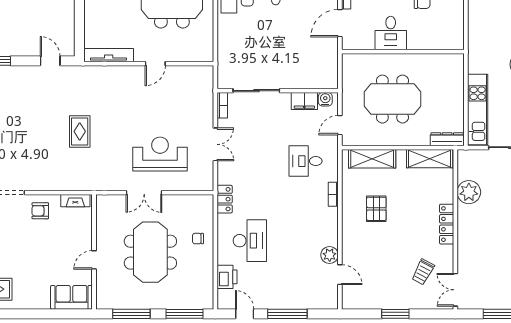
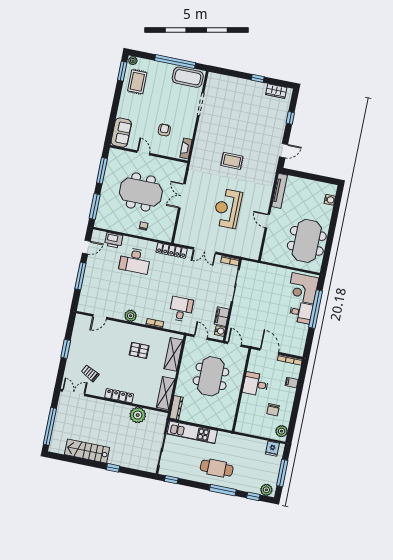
door: (340, 75) -> (234, 344), added
reception desk: (160, 154) -> (227, 208), moved, turned 180
locker: (225, 199) -> (172, 250), width x1.53
armchair: (40, 211) -> (164, 130), moved
plant: (330, 255) -> (131, 316), moved

